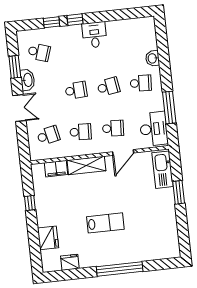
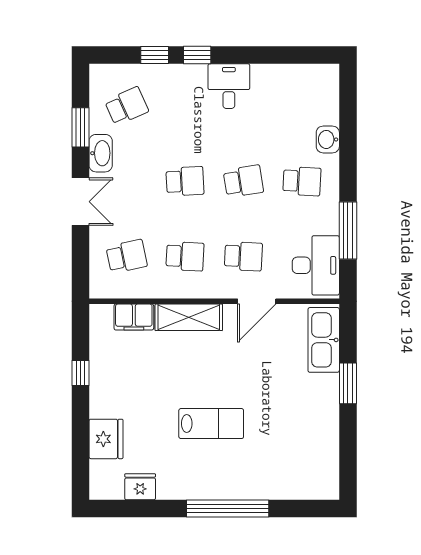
school desk: (39, 52) -> (127, 106), turned -42

